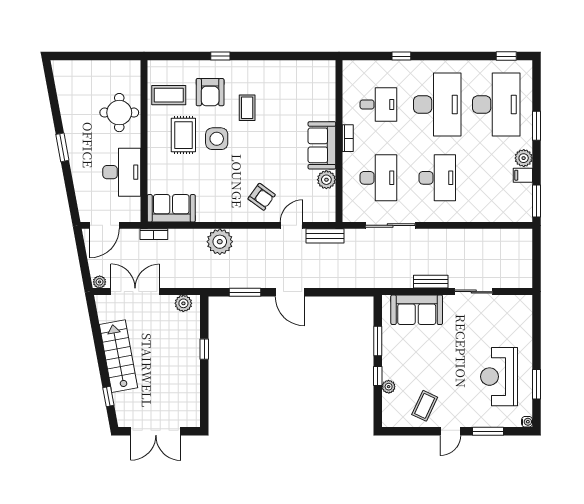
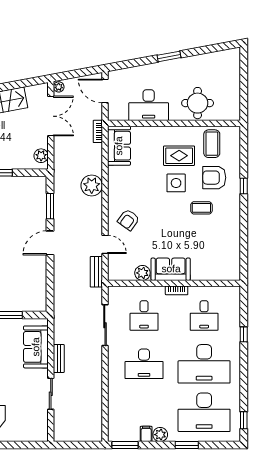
desk: (378, 178) -> (144, 315), width x0.73

